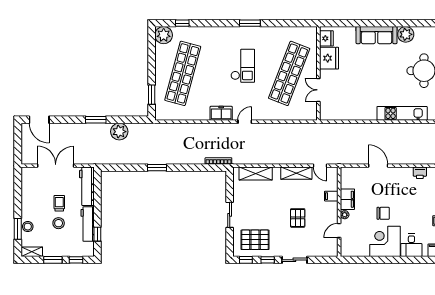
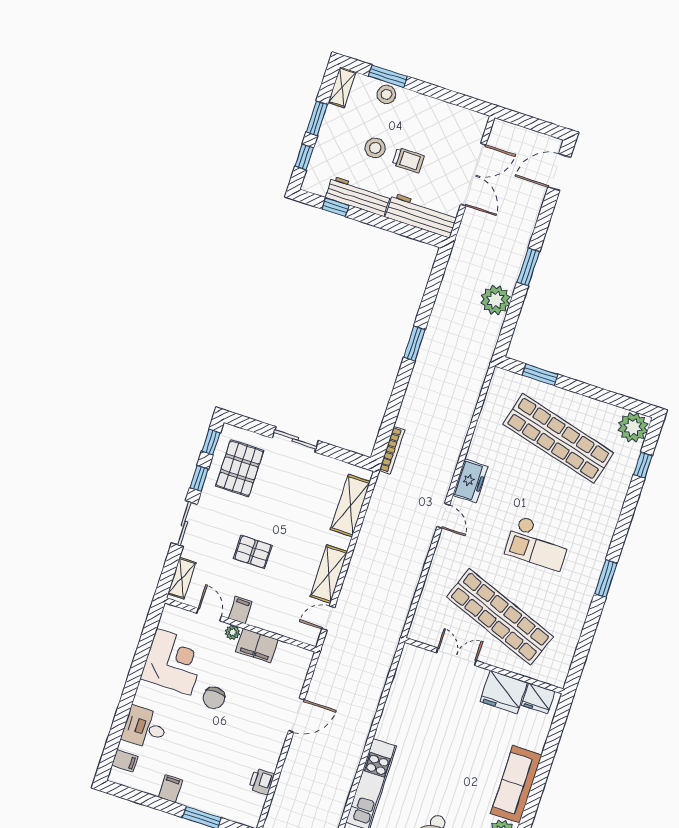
filing cabinet: (331, 196) -> (240, 610), moved
corner desk: (385, 241) -> (173, 662), moved
shelving: (324, 252) -> (182, 578), added

